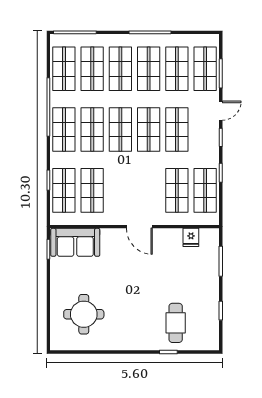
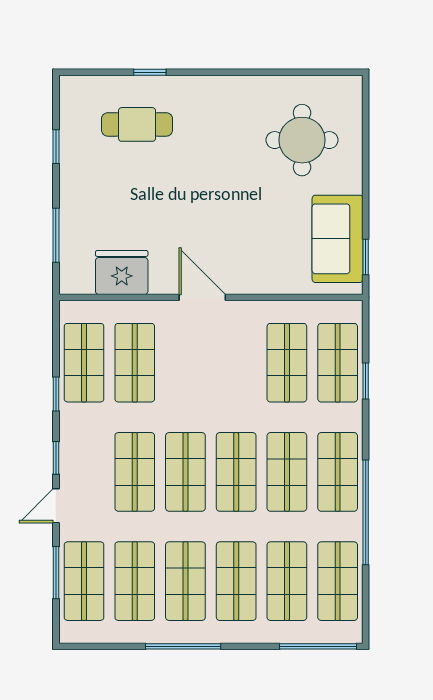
fridge: (191, 237) -> (122, 272), width x1.88, depth x1.34
sofa: (75, 242) -> (338, 239), moved, turned -90
cafe table: (176, 323) -> (137, 124), turned 90

